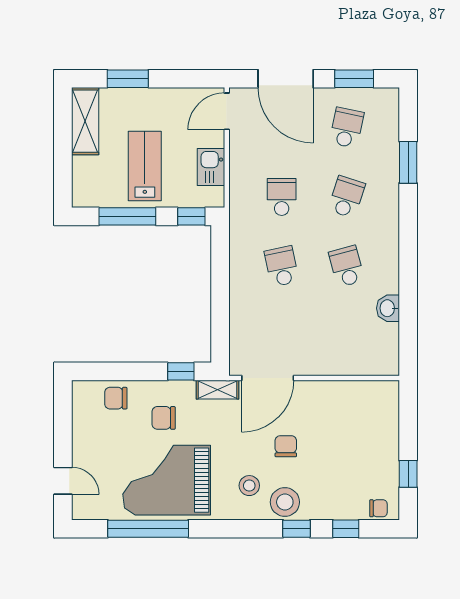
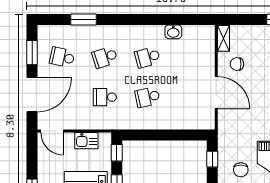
school desk: (347, 197) -> (105, 57), turned -36
door: (268, 378) -> (216, 93), moved
shelving: (217, 390) -> (223, 38), moved
chair: (286, 446) -> (237, 64), moved

